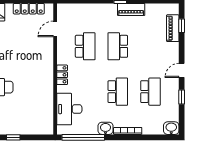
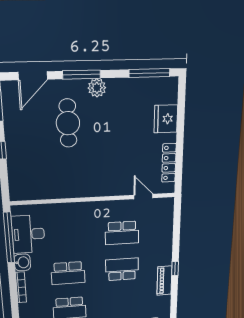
locker: (62, 75) -> (87, 208), removed
desk: (69, 109) -> (28, 234), moved, turned -90

